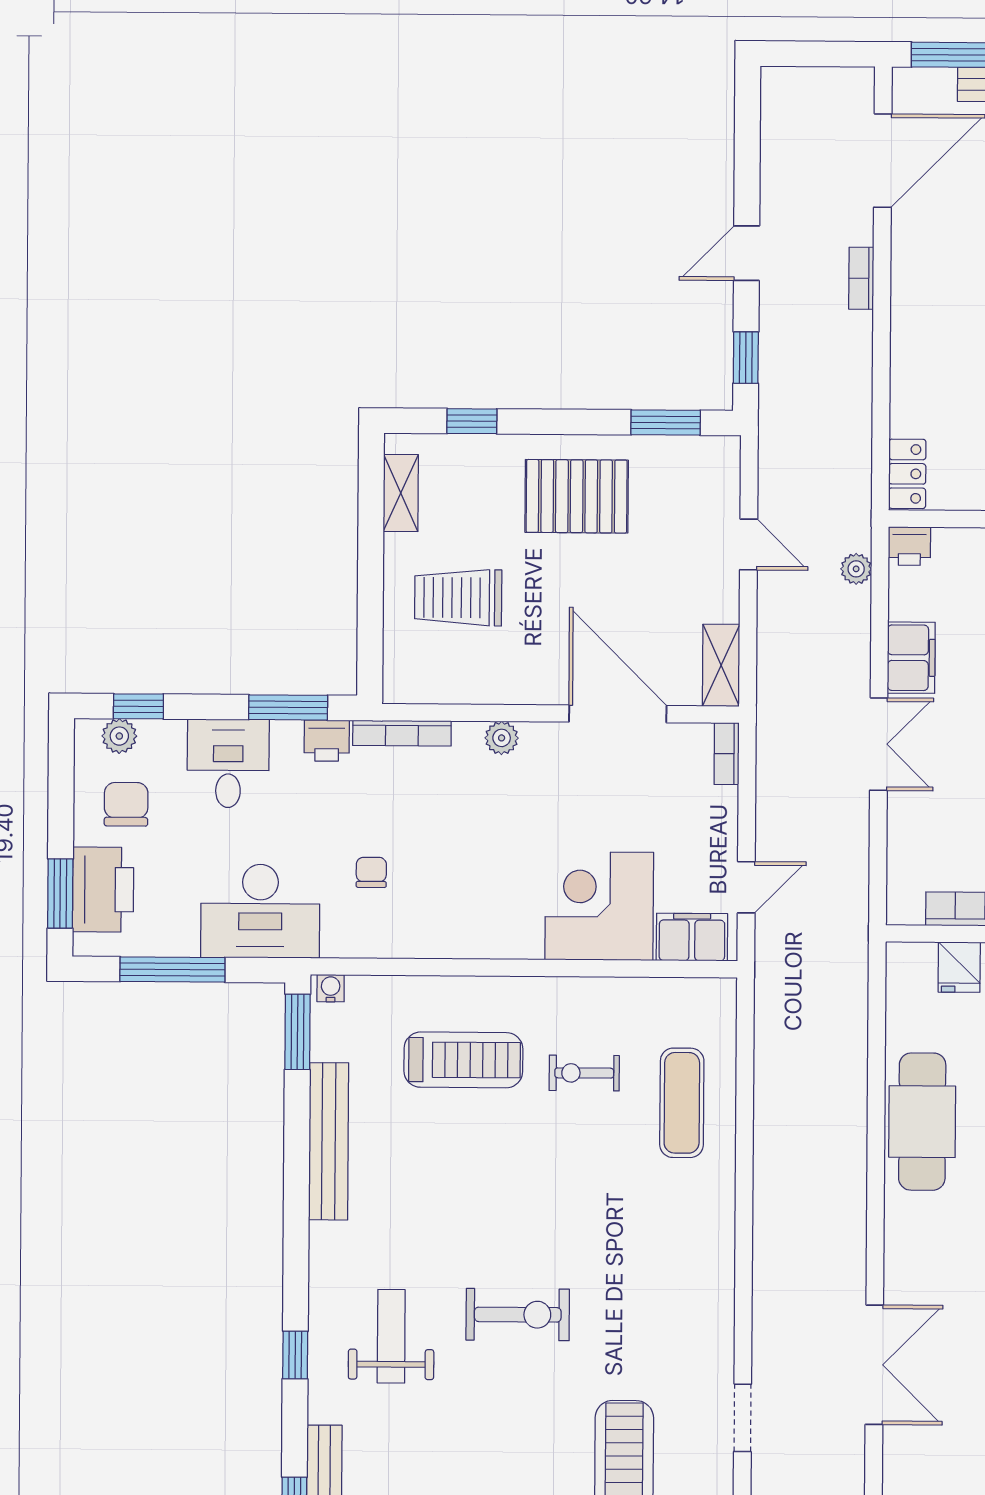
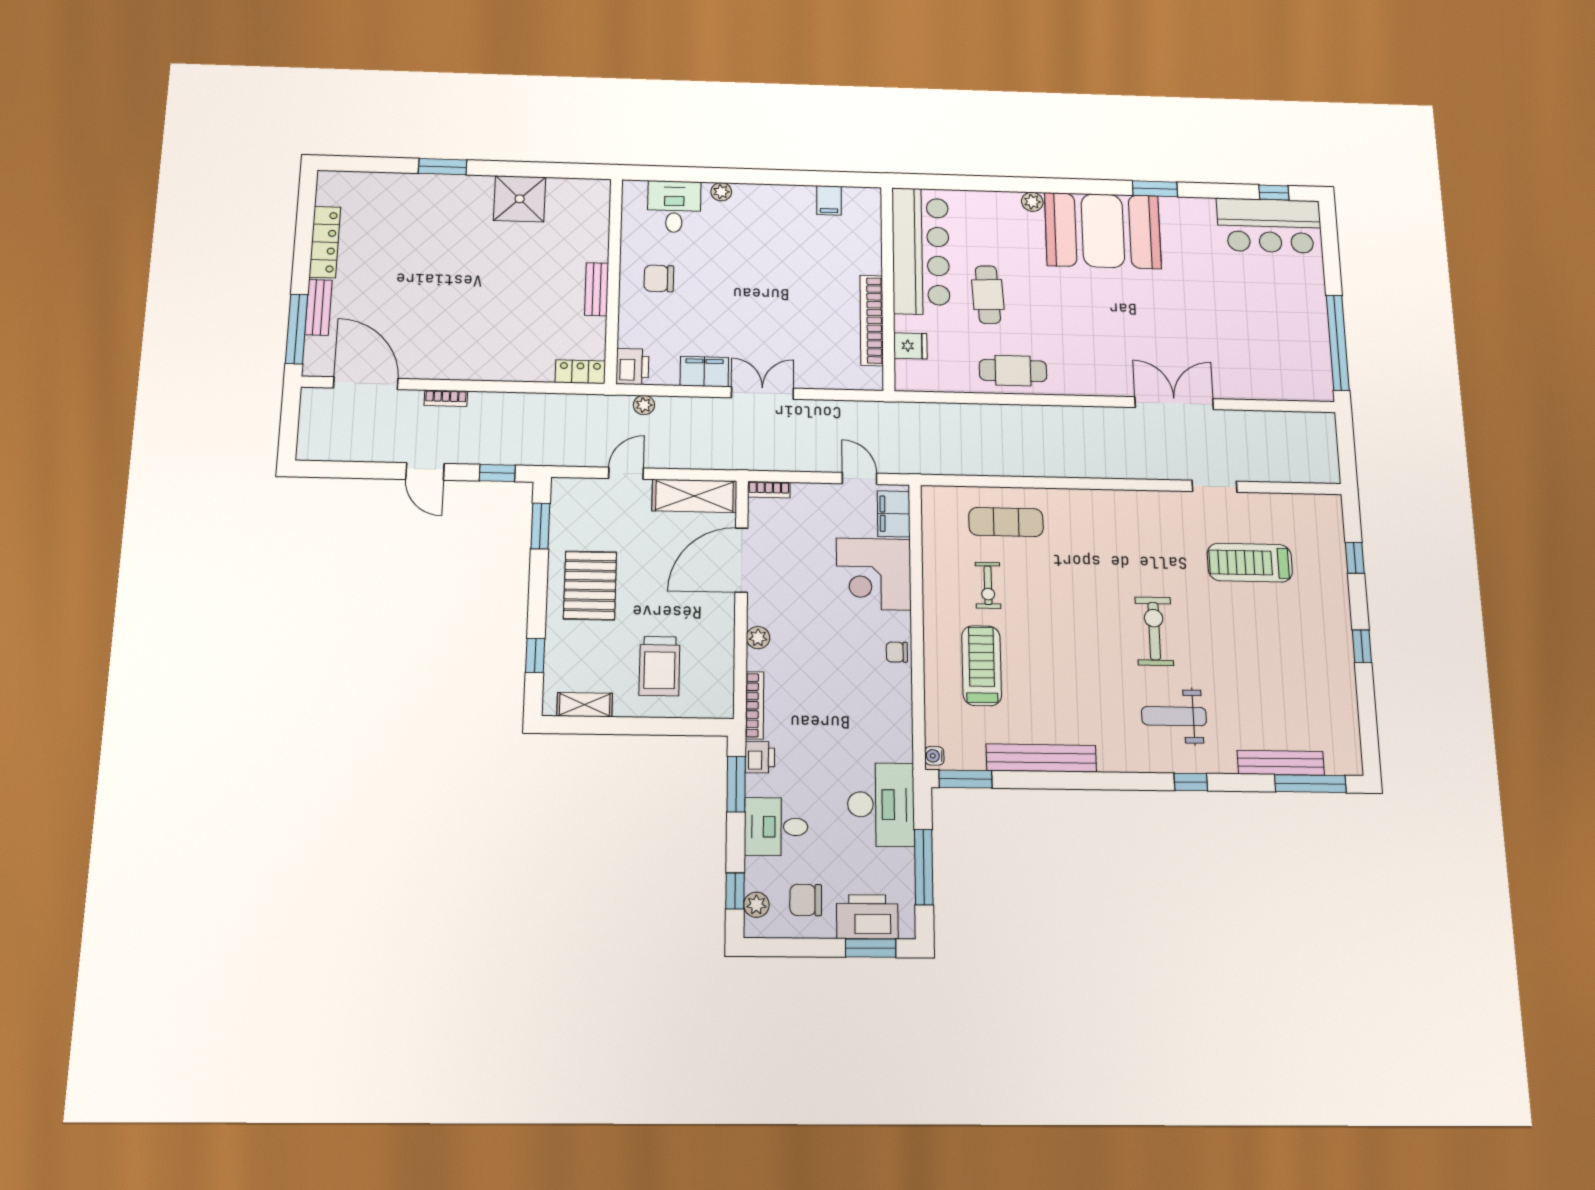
printer: (909, 546) -> (632, 367), width x1.36, depth x1.24
shelving: (721, 665) -> (694, 496), width x1.50, depth x1.33
chair: (371, 872) -> (897, 652), moved
cafe table: (922, 1122) -> (1013, 371), width x0.73, depth x0.74

